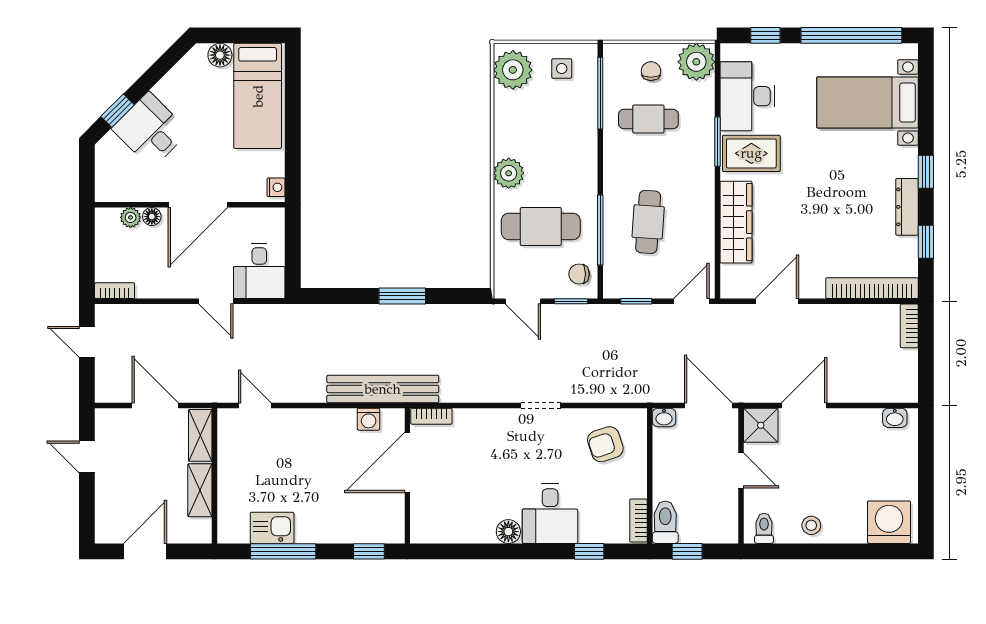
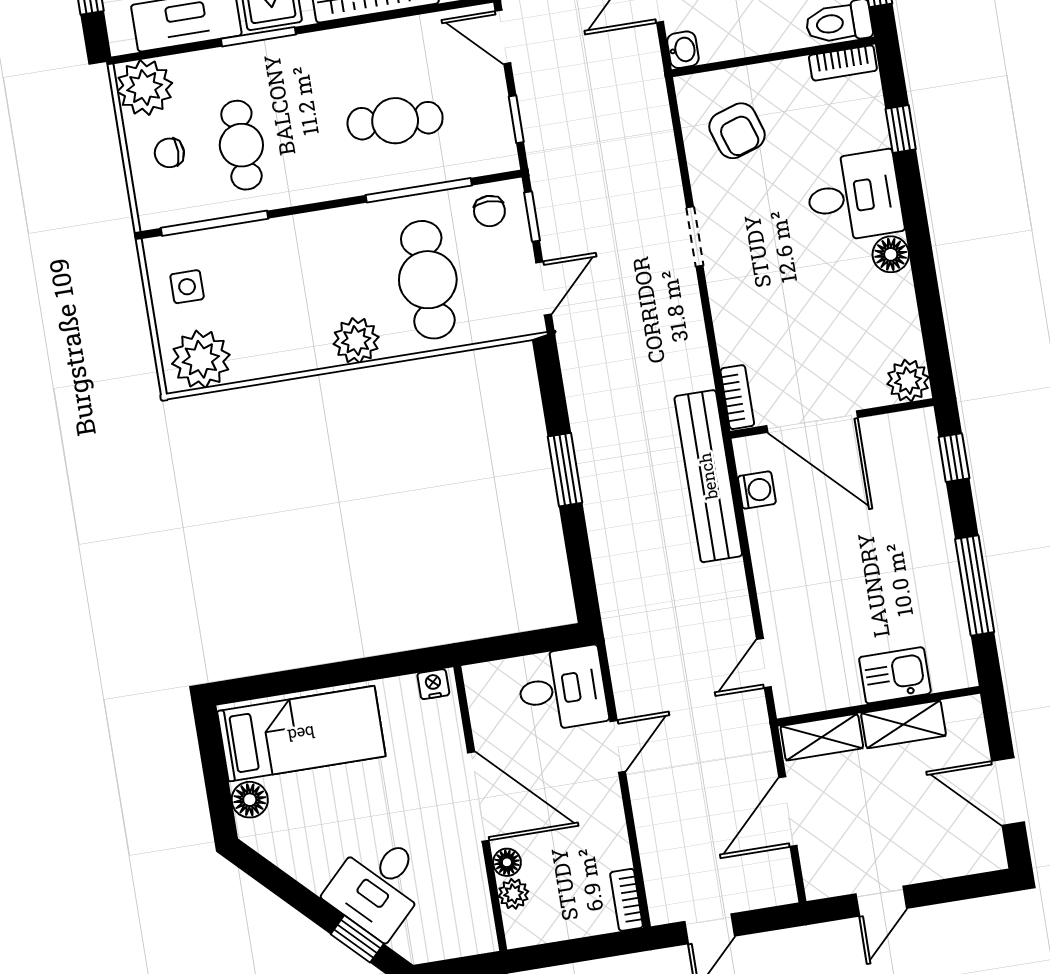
kitchen sink: (272, 528) -> (895, 675), moved, turned 90
plant: (424, 529) -> (908, 381), added

